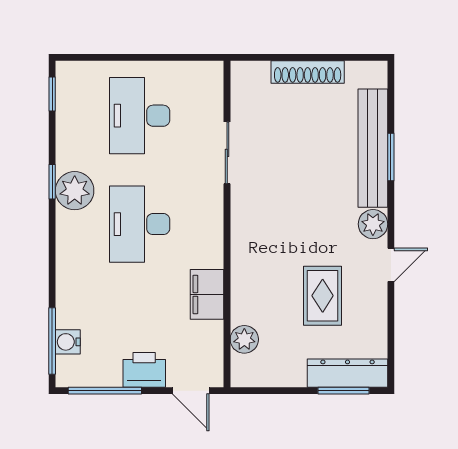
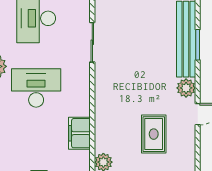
desk: (140, 224) -> (36, 88), turned 90

